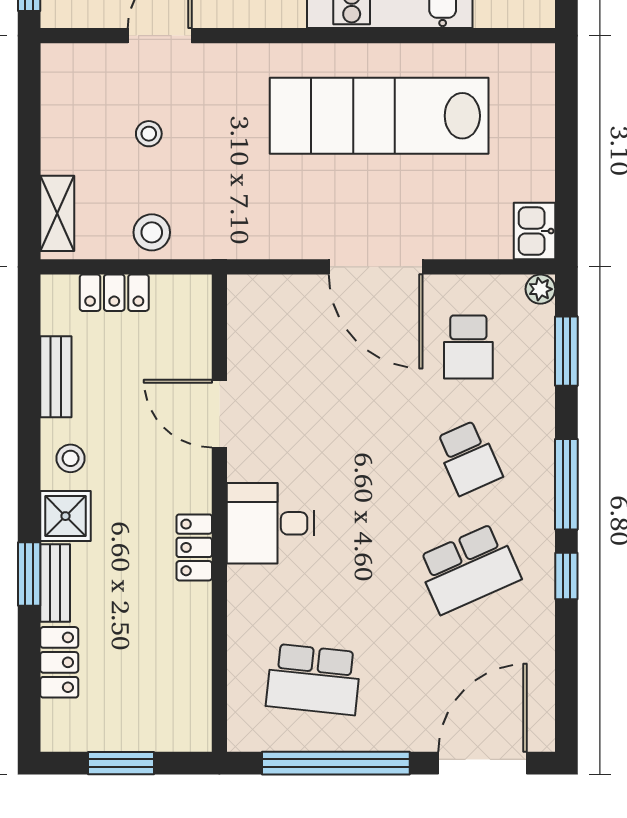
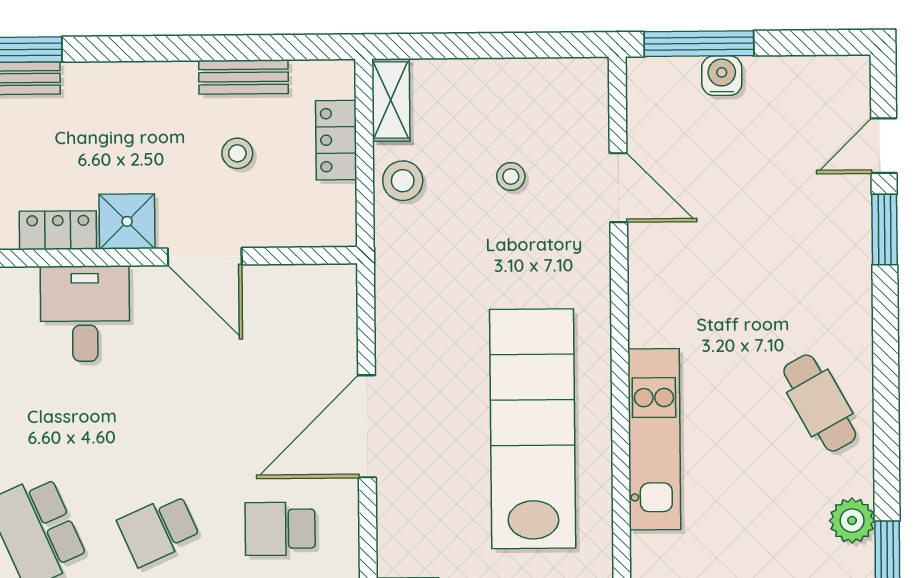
shelving: (57, 213) -> (391, 100), moved, turned 90
door: (219, 414) -> (205, 257), swing flipped
stool: (71, 458) -> (237, 153), moved
shower: (65, 516) -> (127, 221), moved

